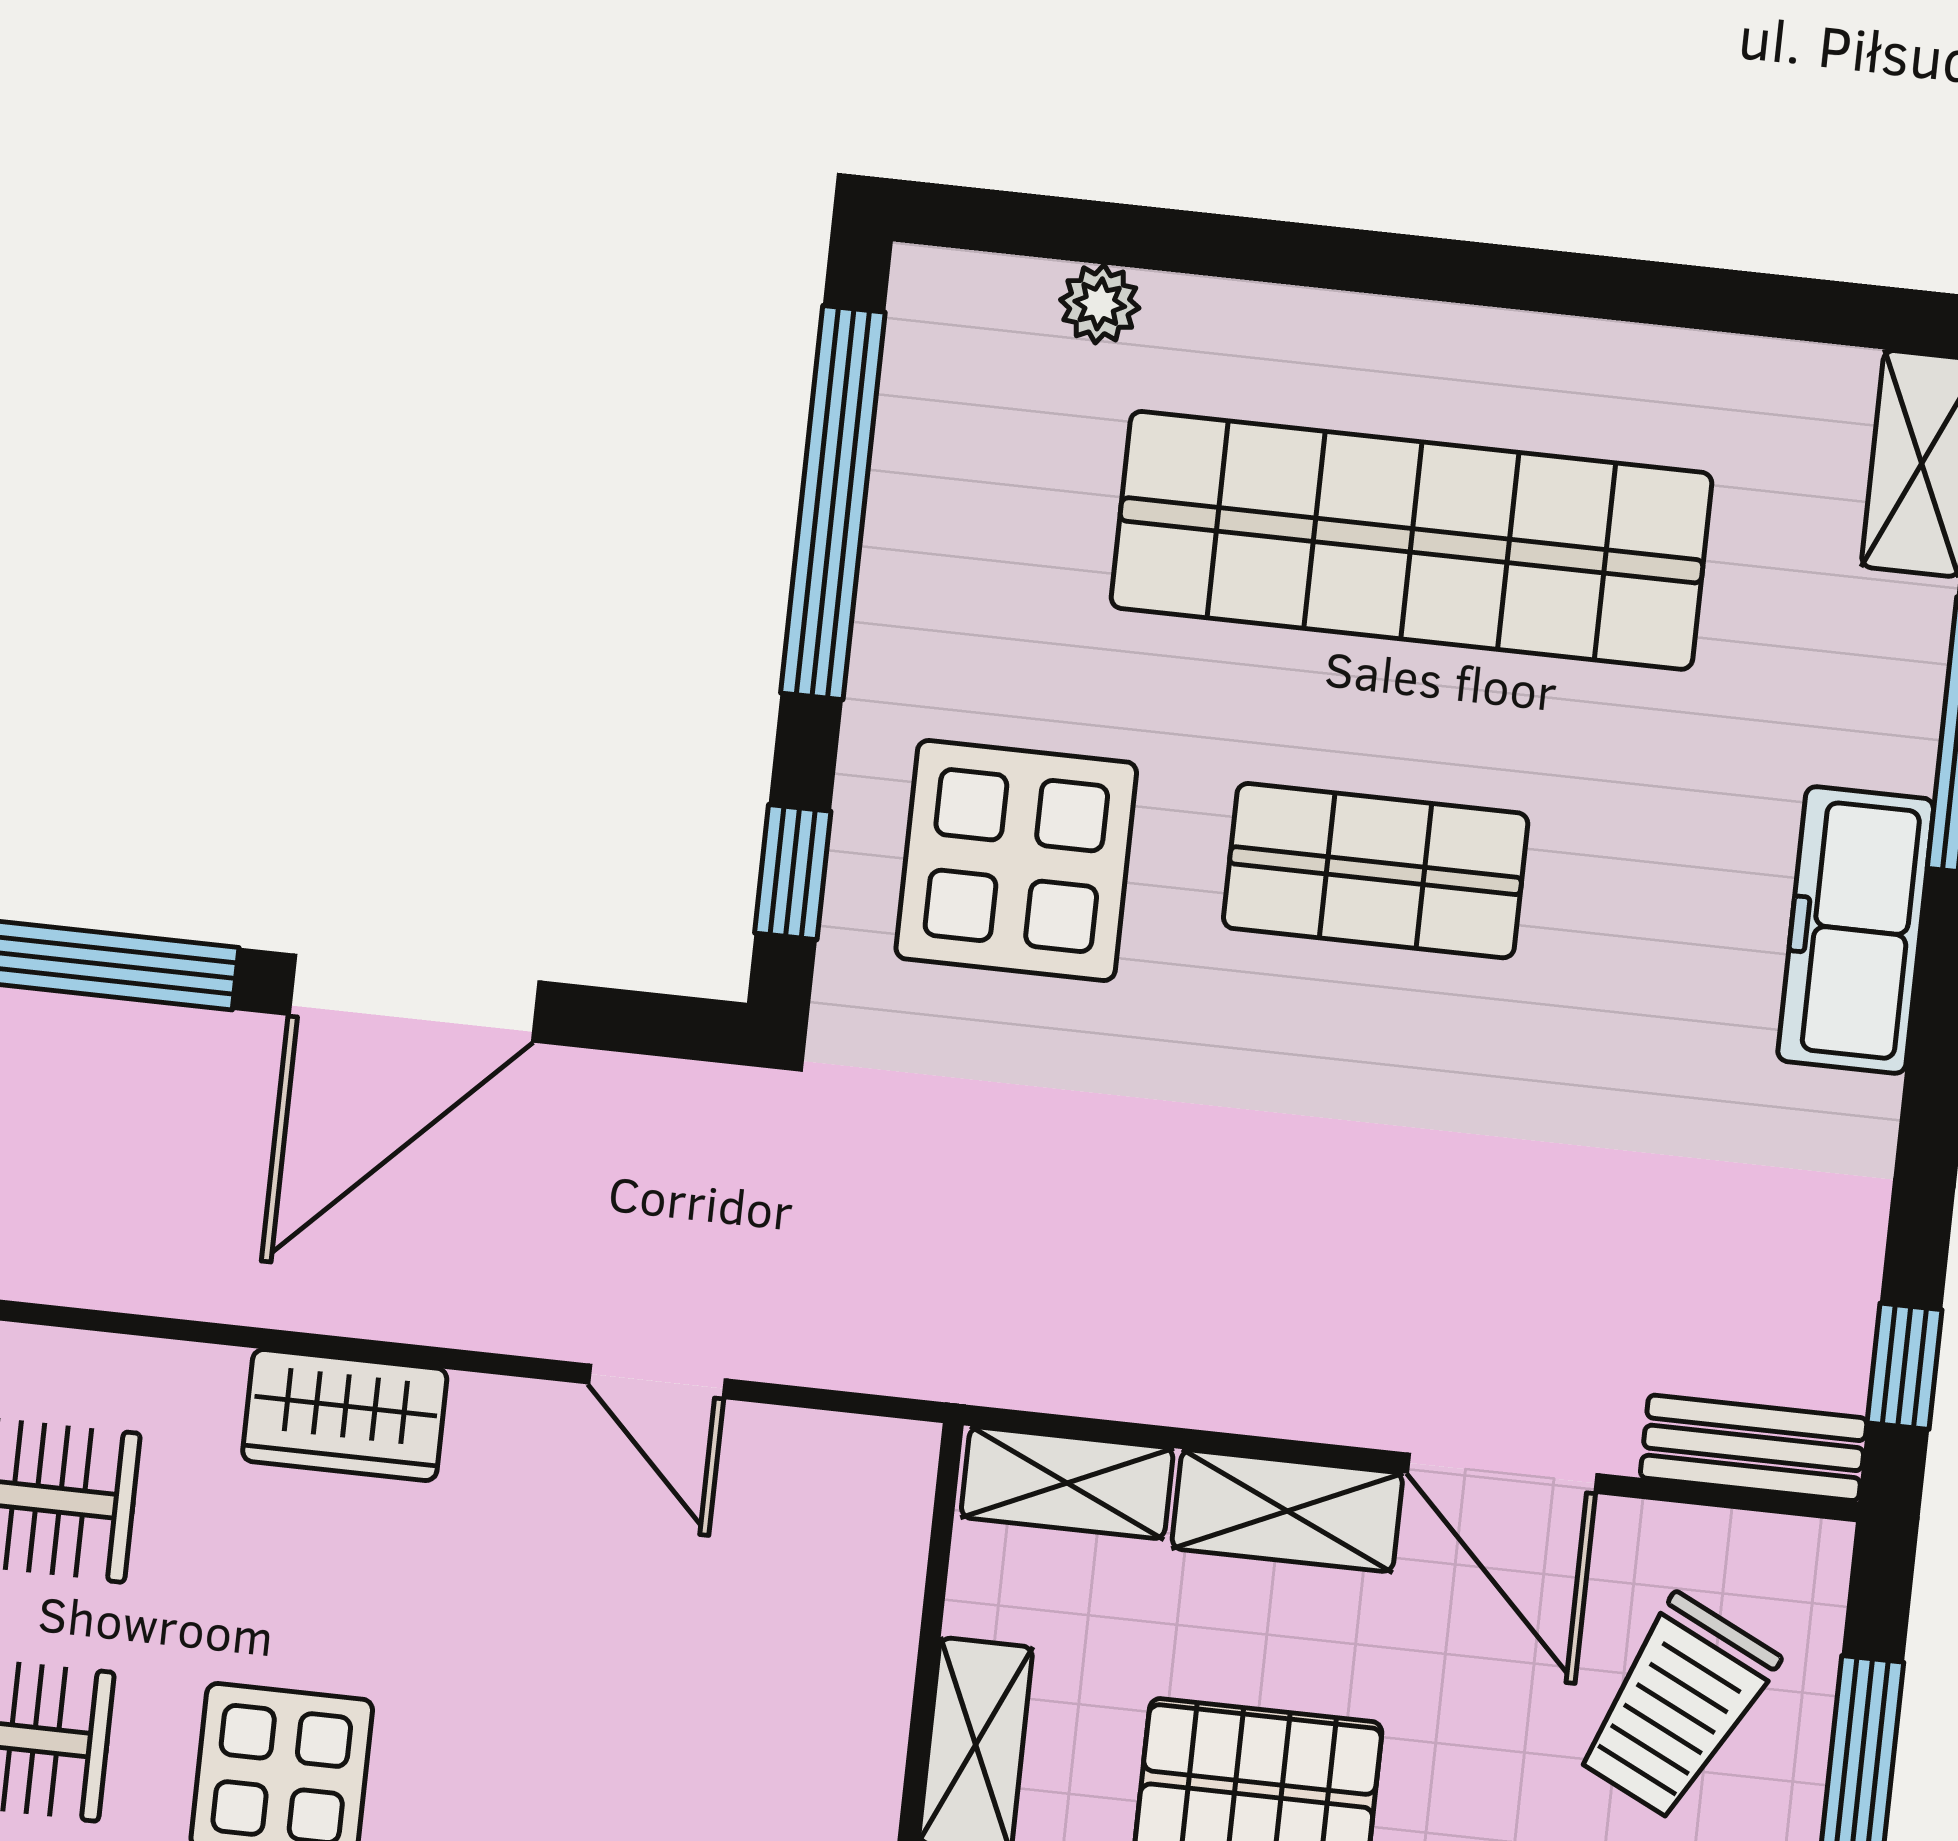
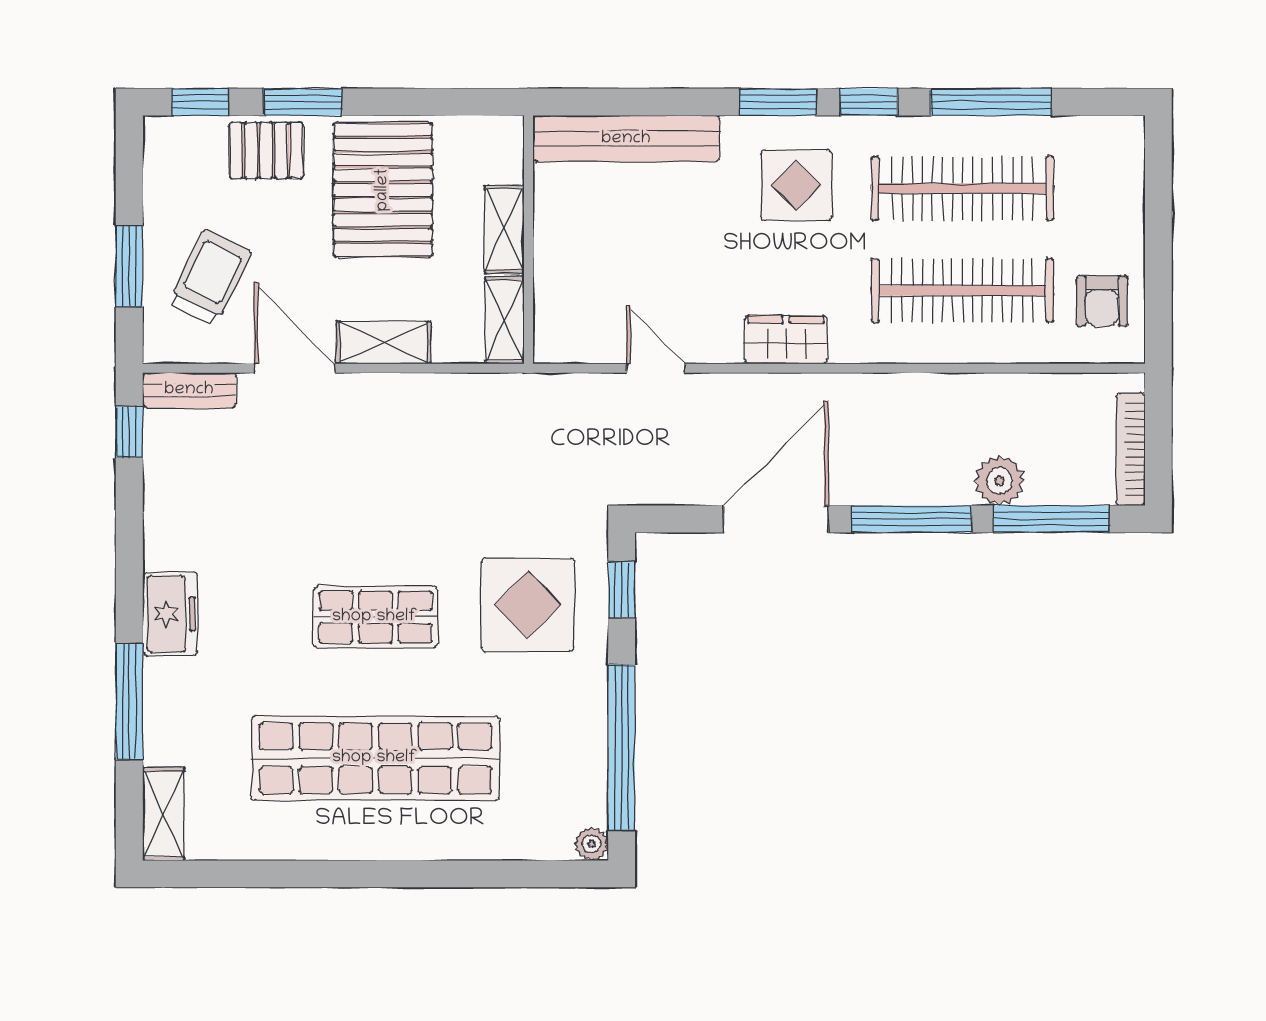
plant: (1100, 304) -> (592, 844), moved
freezer: (1856, 930) -> (170, 614), width x0.71
shelving: (1067, 1483) -> (505, 320), moved, turned 90

